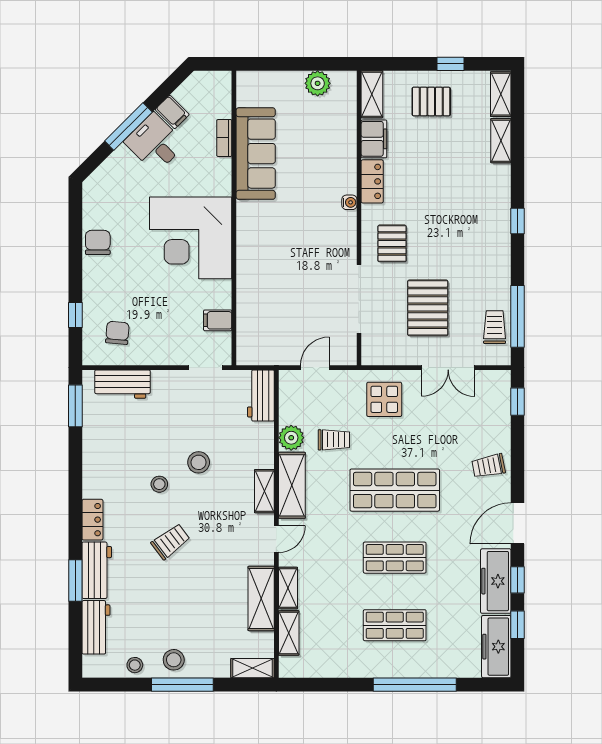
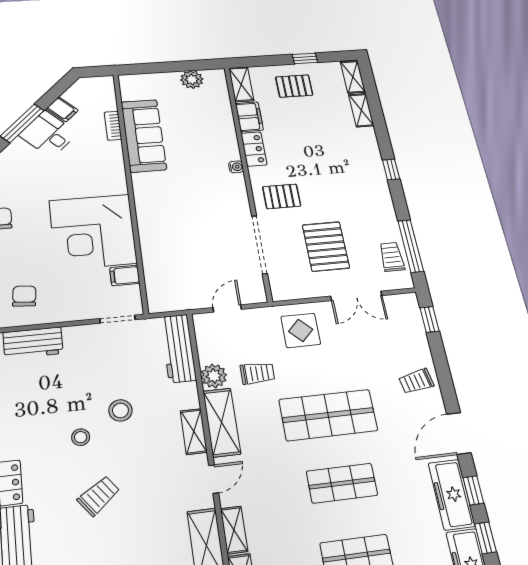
corner desk: (191, 238) -> (93, 232), moved
pallet: (392, 243) -> (282, 196), turned 90
workbench: (261, 395) -> (178, 348), width x1.38

